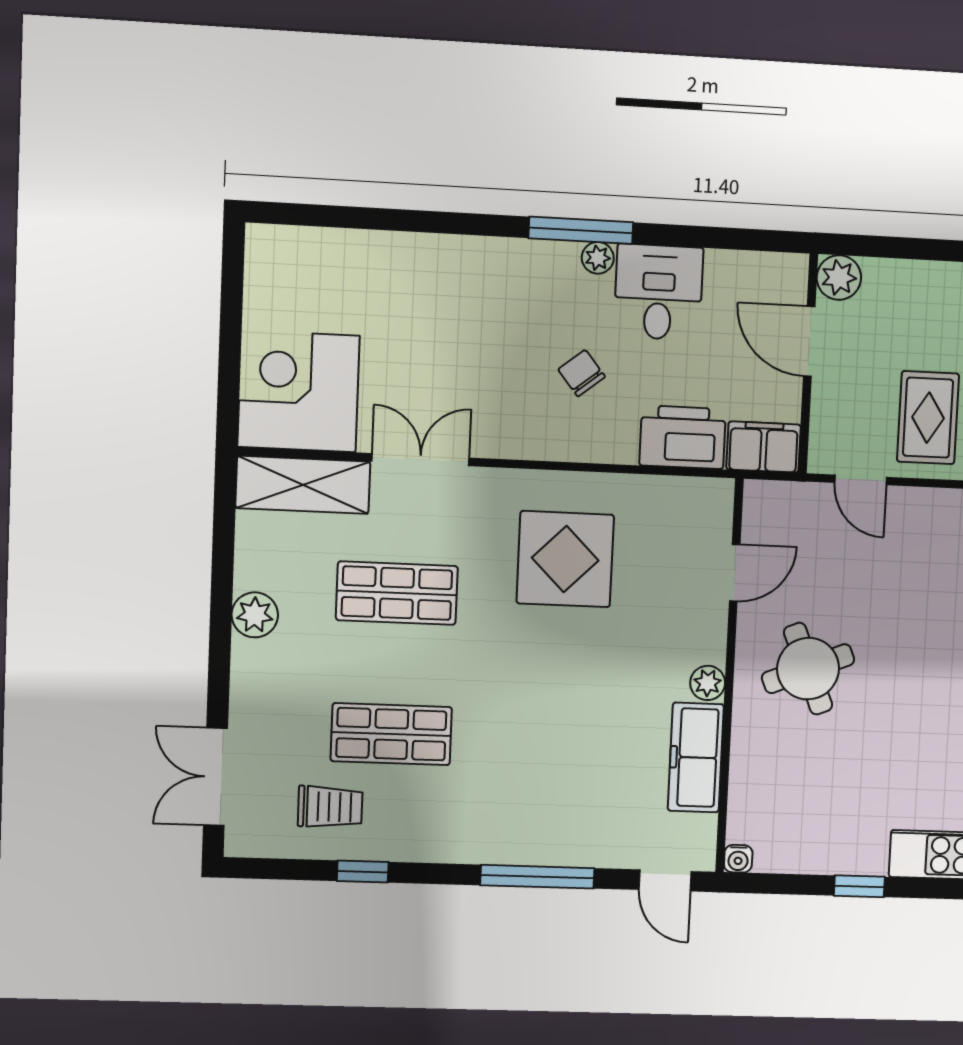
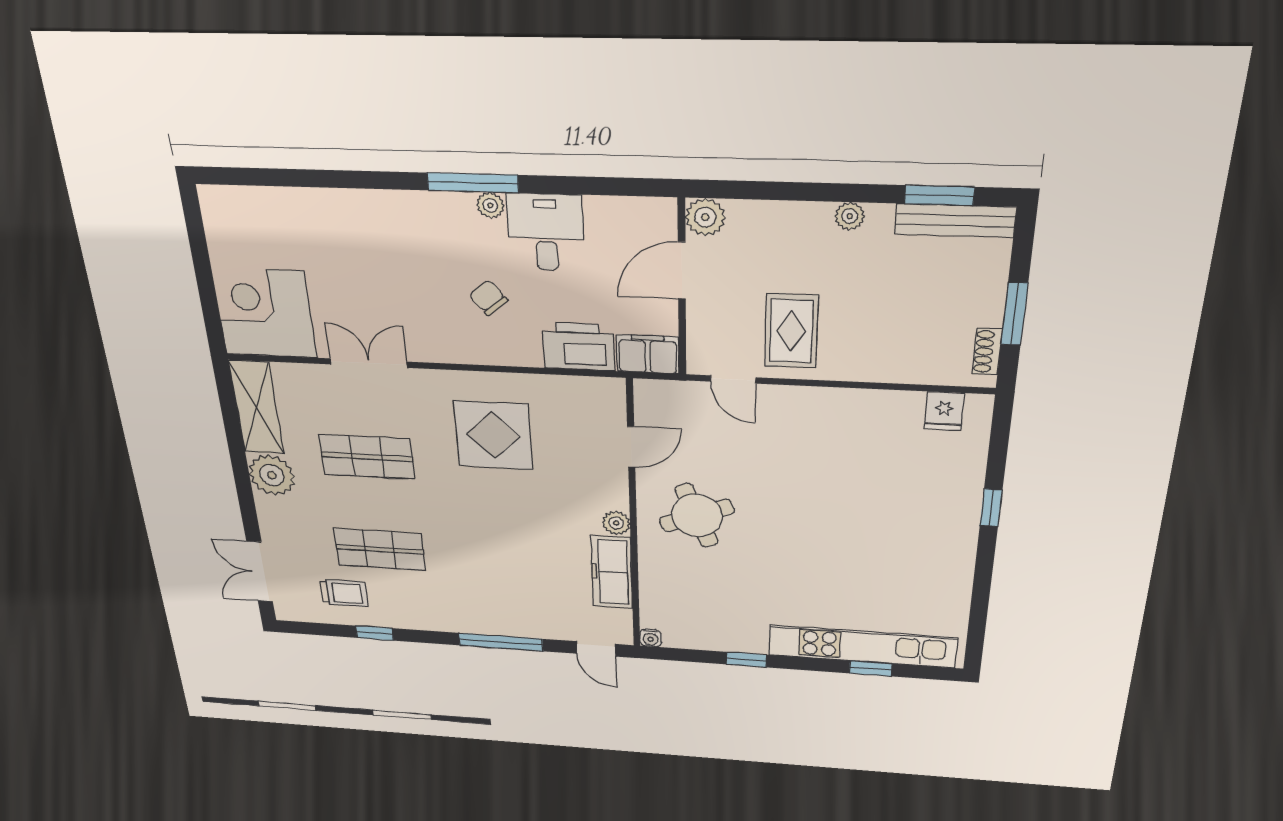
door: (809, 341) -> (682, 271), hinge flipped
shelving: (303, 485) -> (256, 408), moved, turned 90
plant: (255, 615) -> (272, 475), width x1.36, depth x1.36

